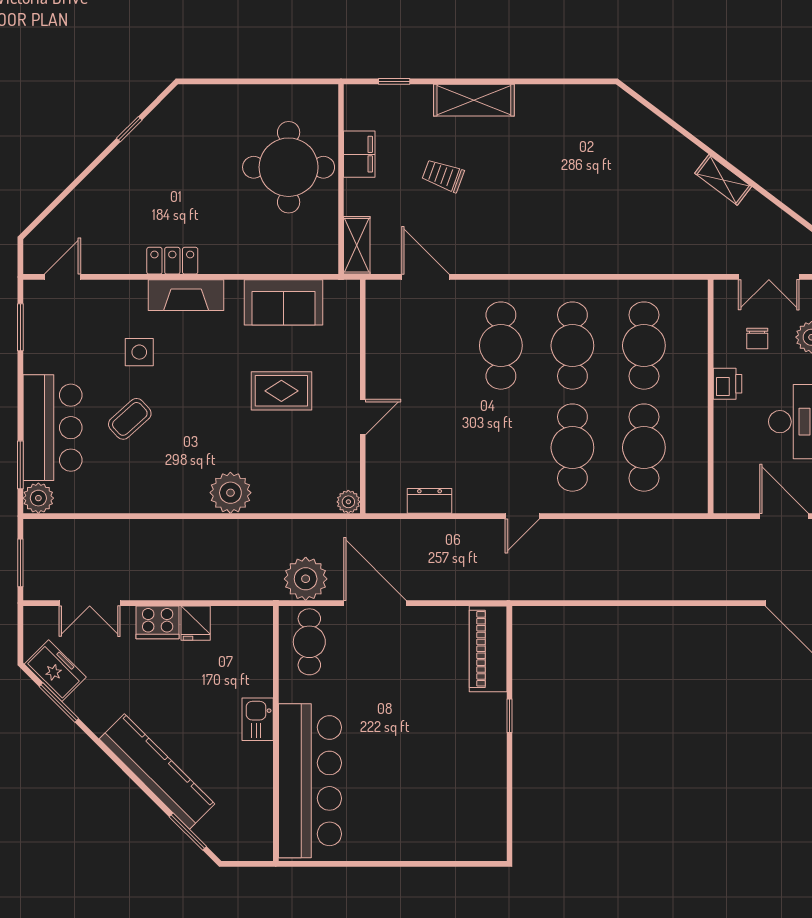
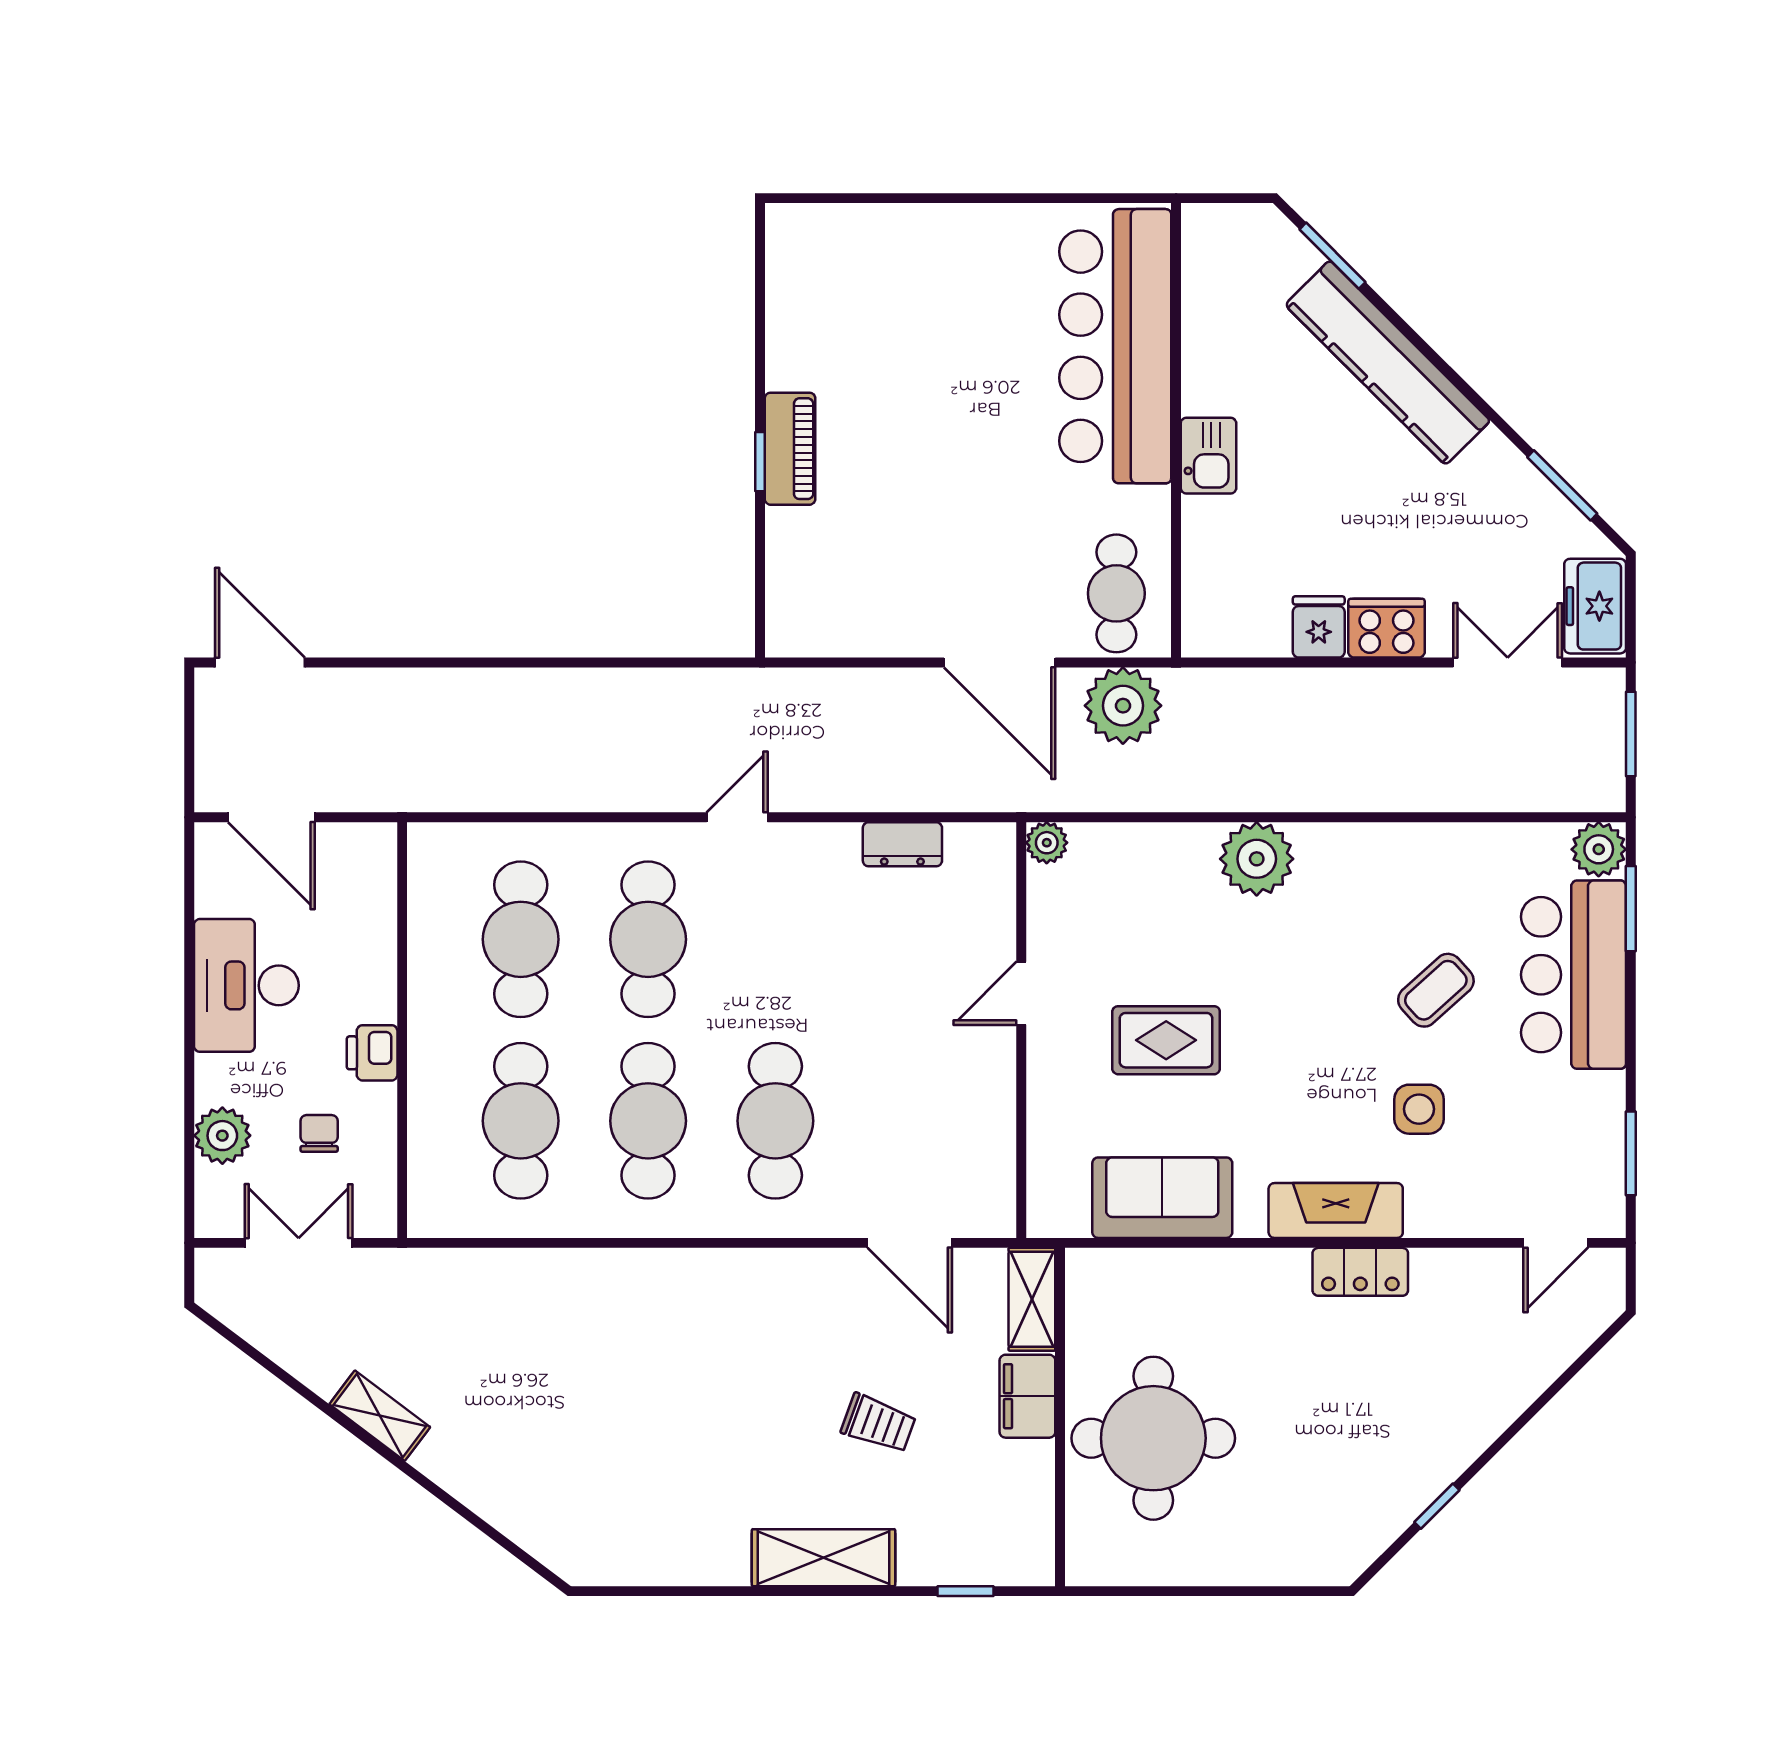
filing cabinet: (359, 154) -> (1027, 1396), moved
piano: (488, 649) -> (790, 449), moved, width x0.73, depth x0.75
freezer: (55, 671) -> (1595, 606), moved, turned 45

